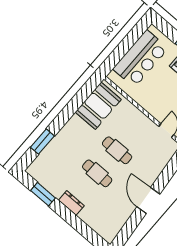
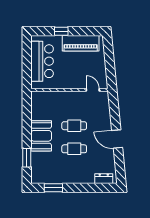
booth: (98, 106) -> (41, 136), moved
dresser: (71, 203) -> (104, 179), moved

